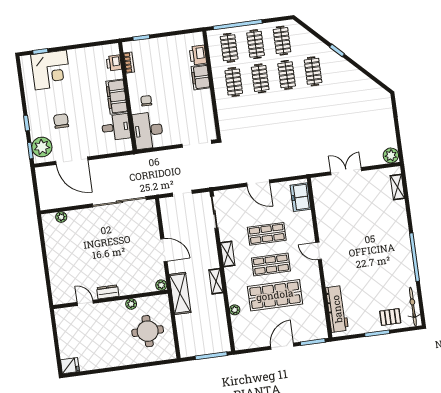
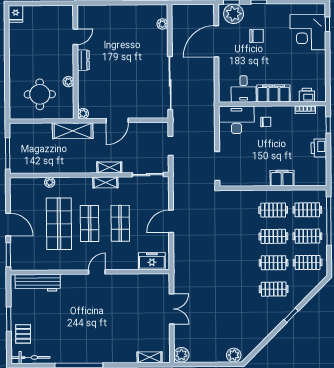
printer: (198, 55) -> (319, 148), moved, turned -90
plant: (384, 103) -> (234, 355), added
shelving: (216, 281) -> (109, 167), moved

